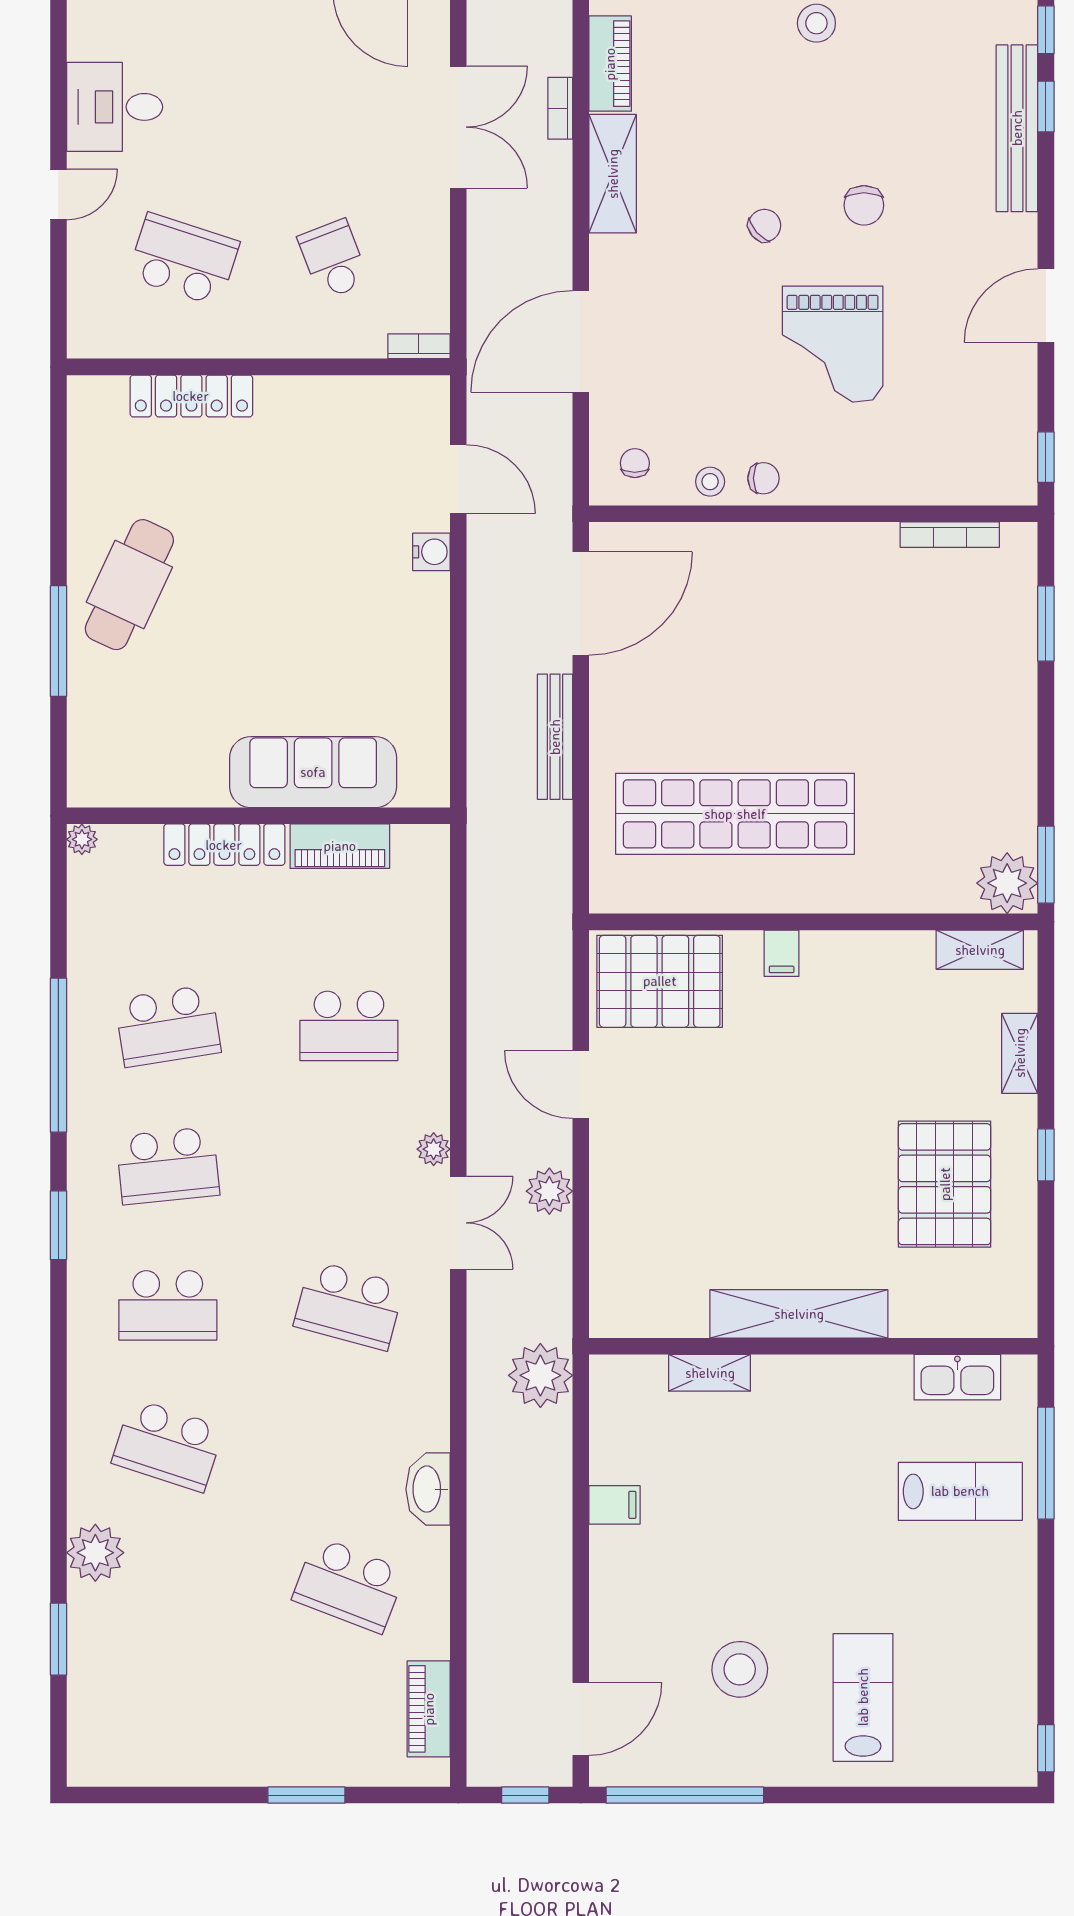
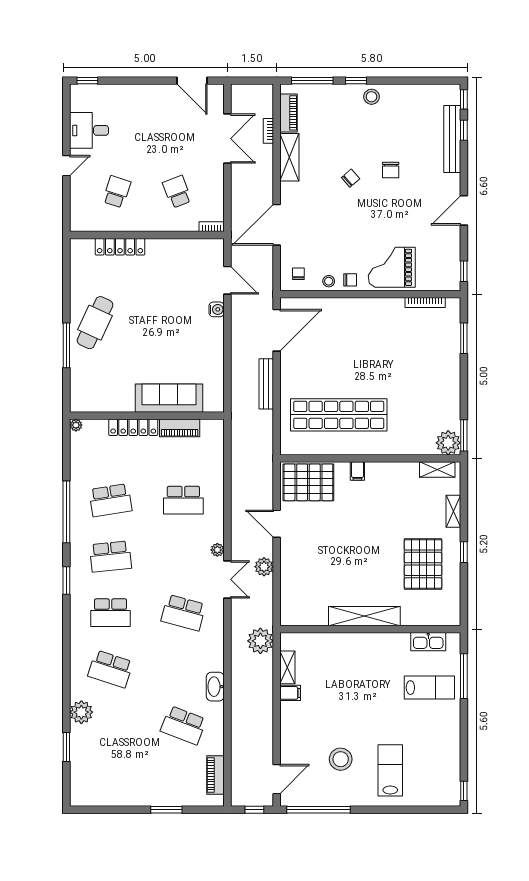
school desk: (183, 259) -> (117, 192), width x0.54
grand piano: (833, 344) -> (392, 267), moved, turned 90
shelving: (710, 1373) -> (287, 667), moved, turned 90

